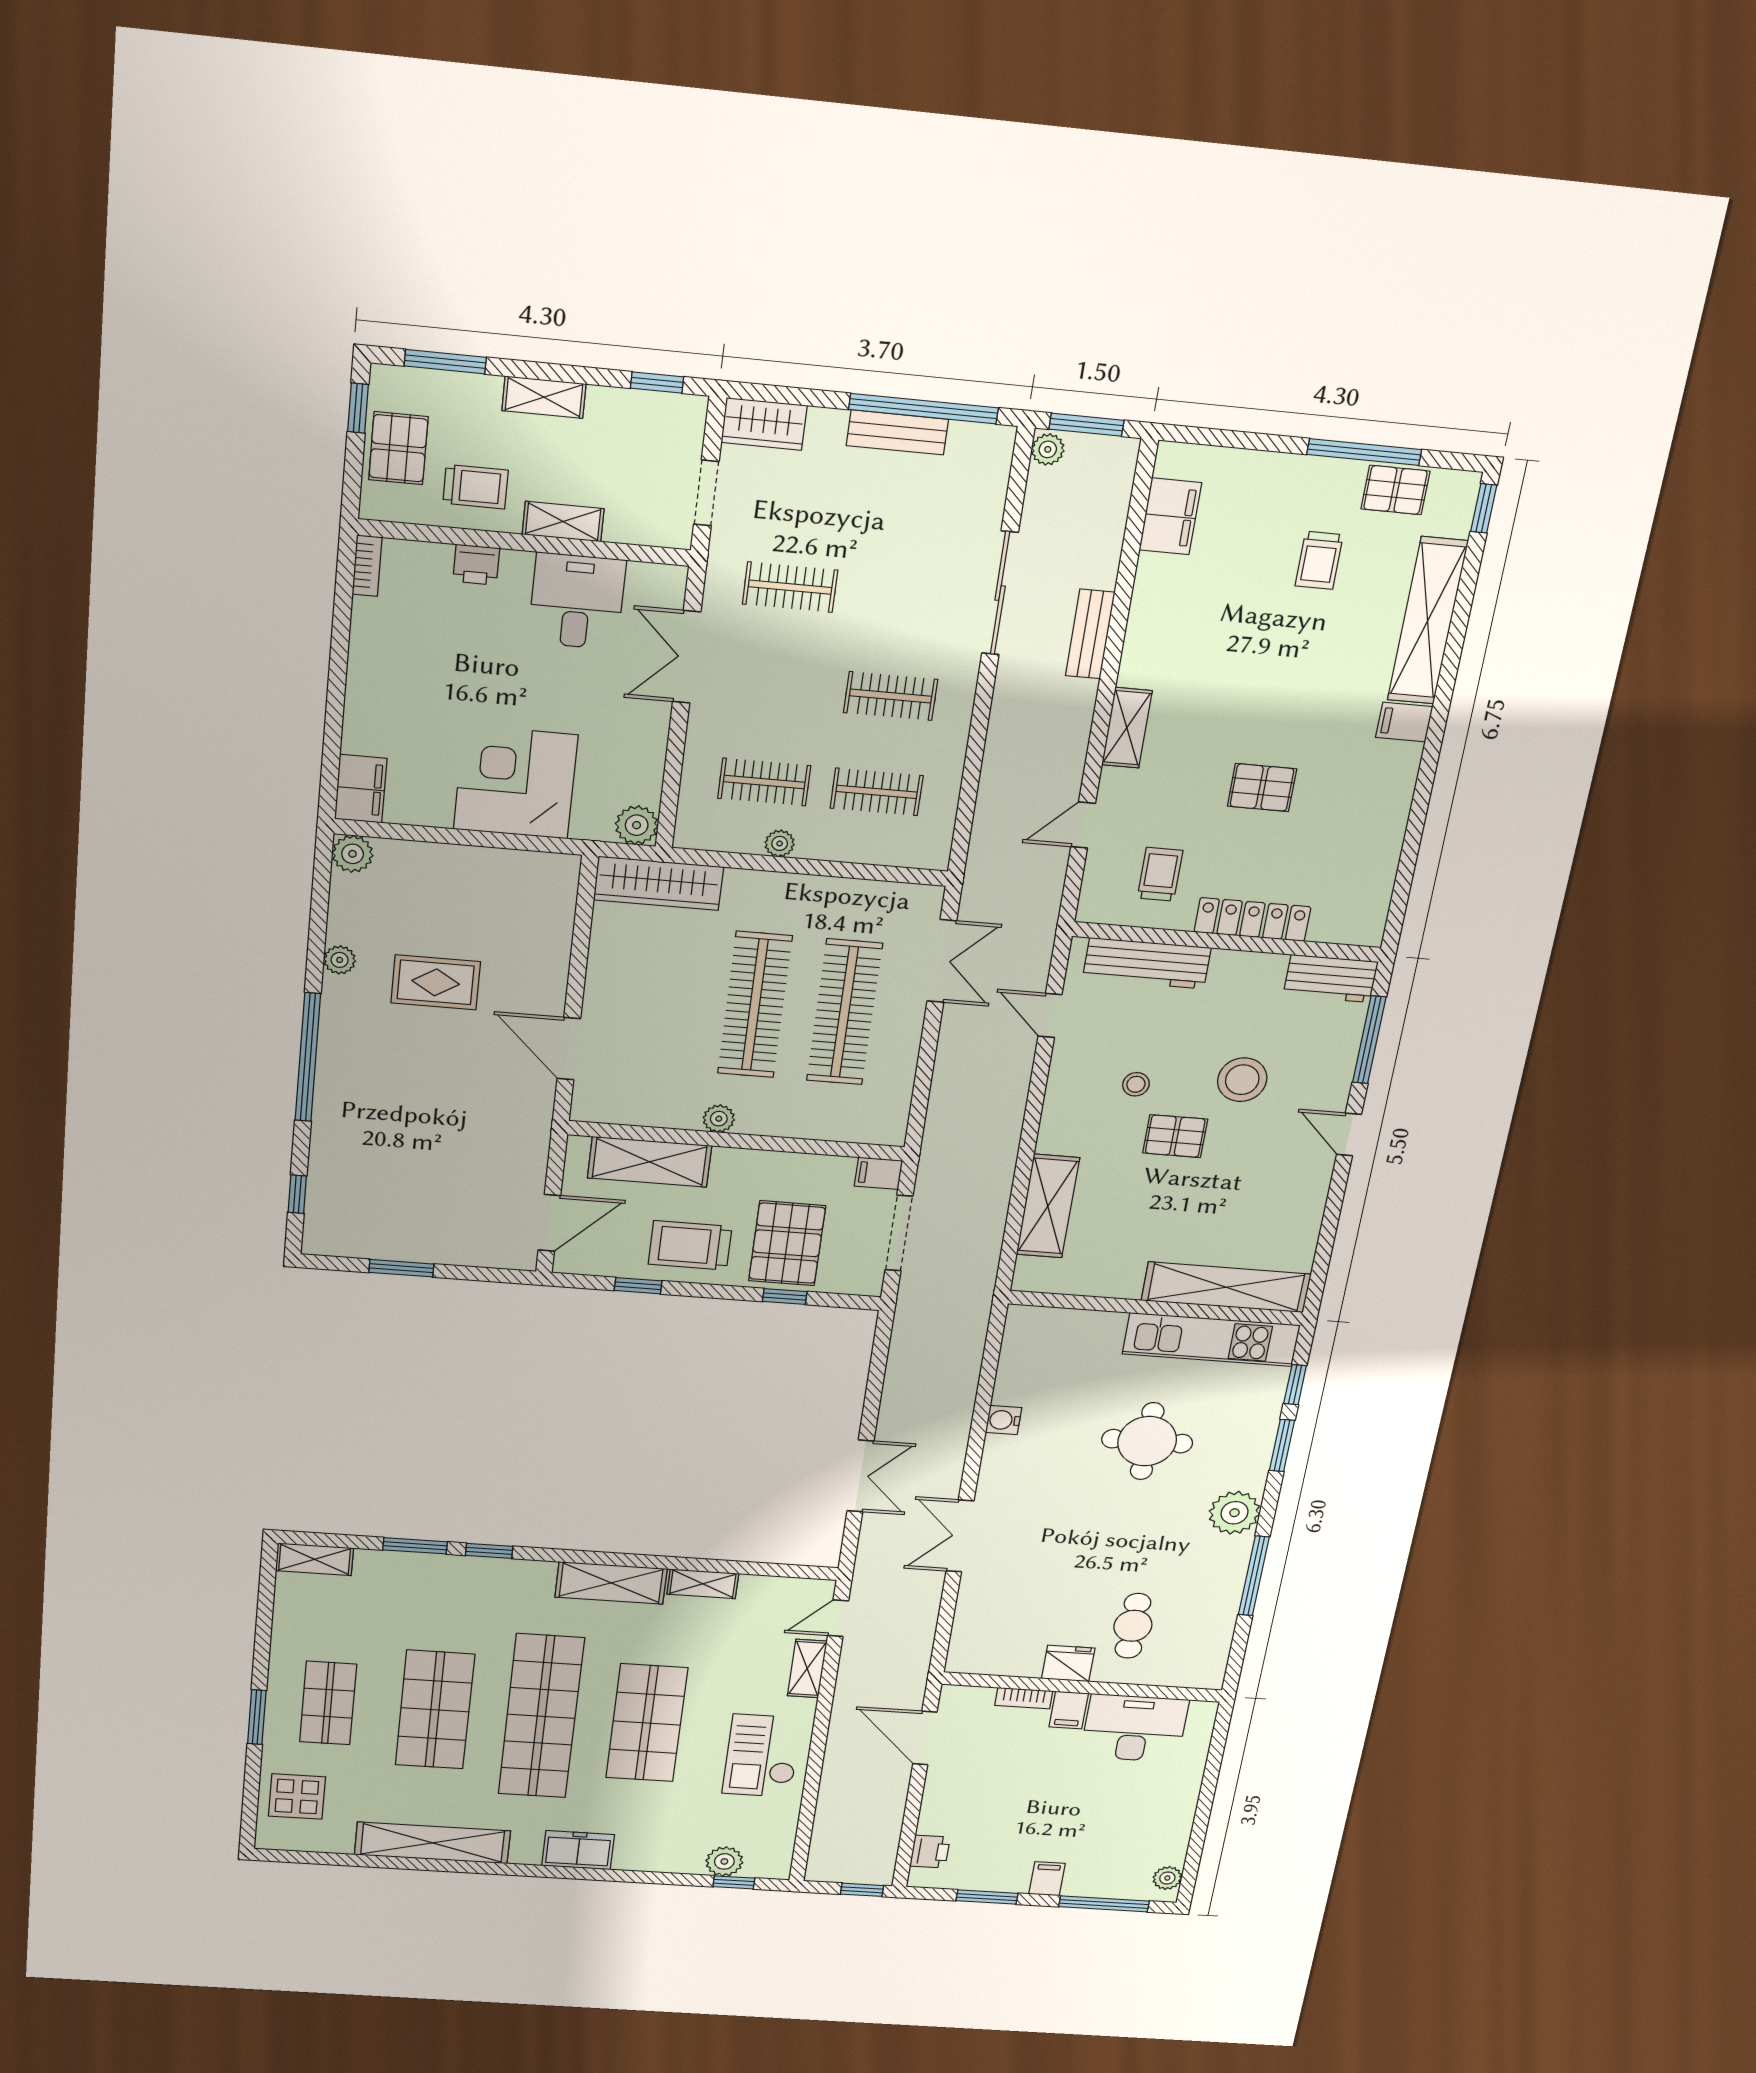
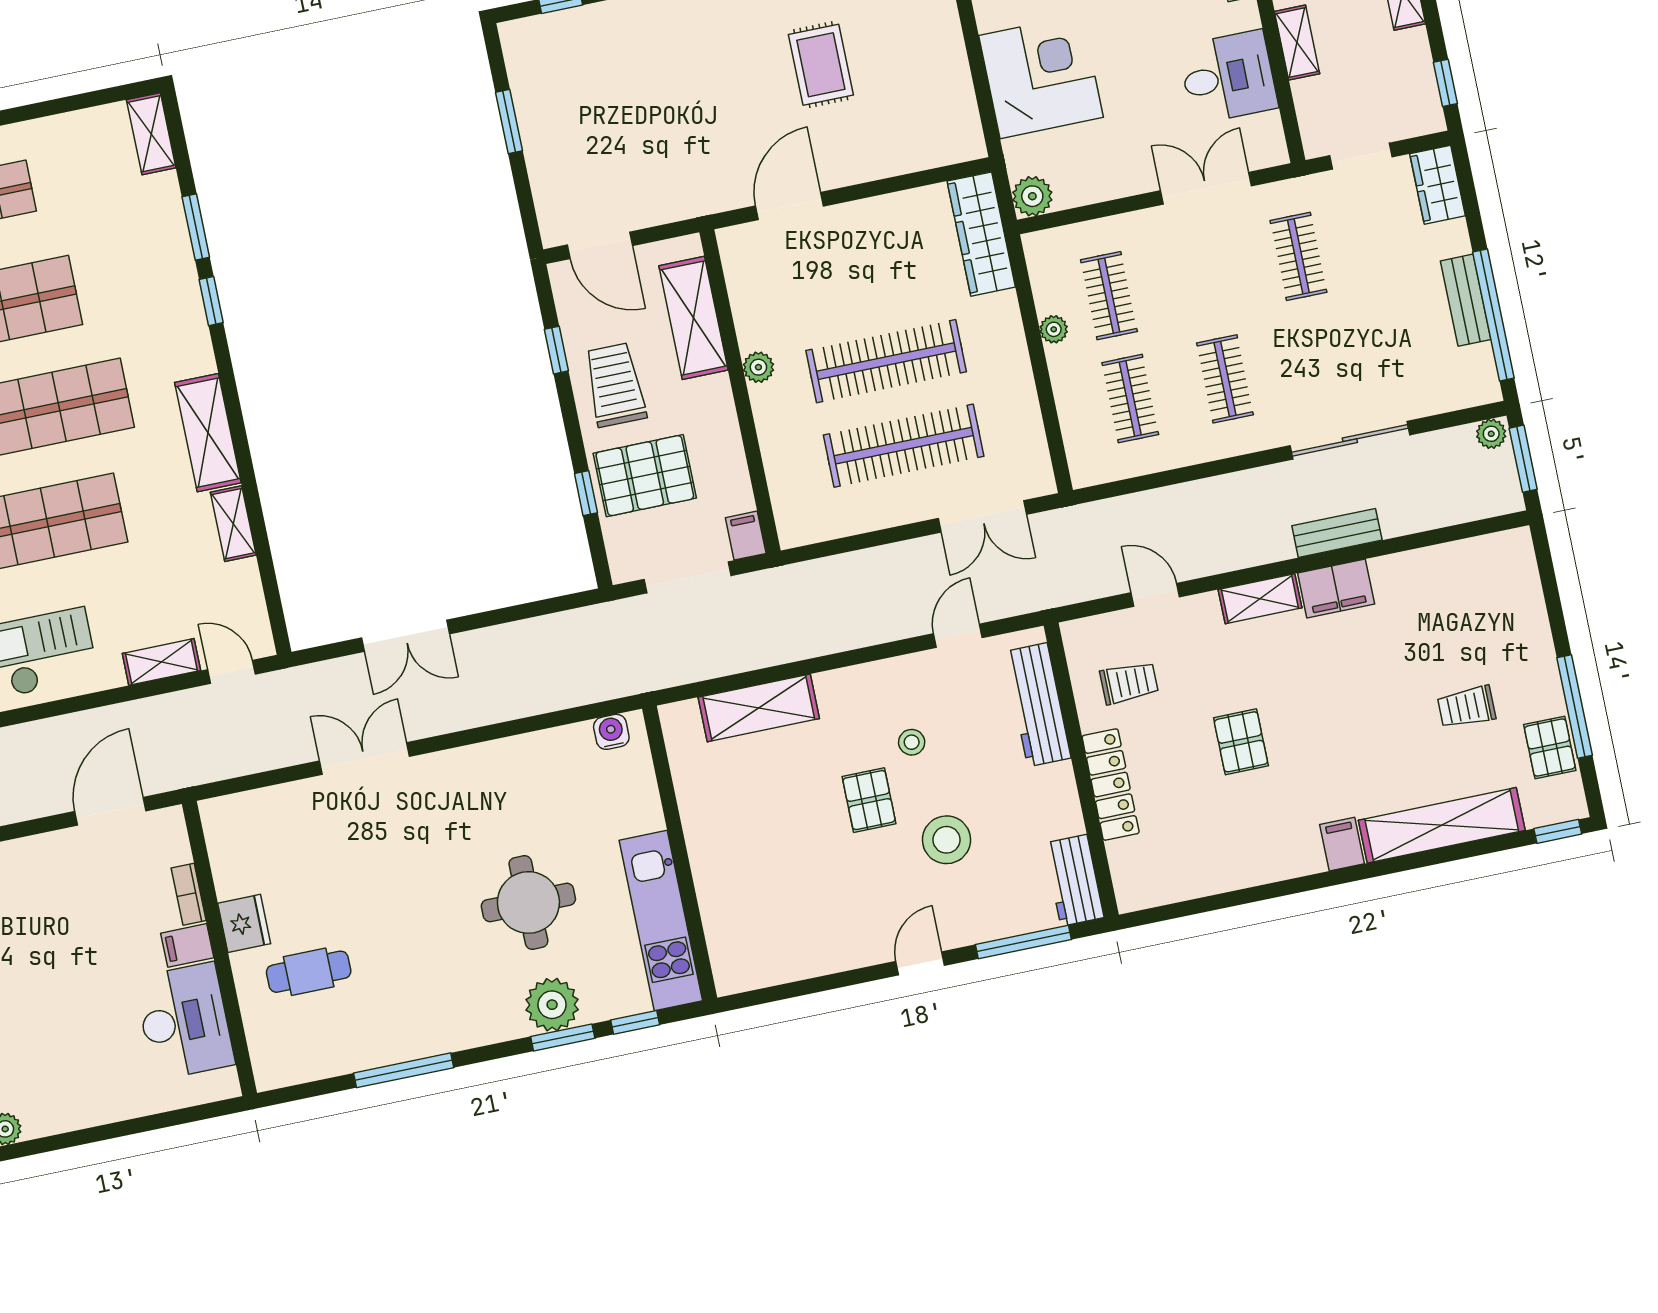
filing cabinet: (1170, 516) -> (1336, 589), moved
shelving: (1226, 1287) -> (722, 912), removed
water cooler: (1003, 1420) -> (611, 732), moved
plant: (1234, 1513) -> (552, 1005), moved

